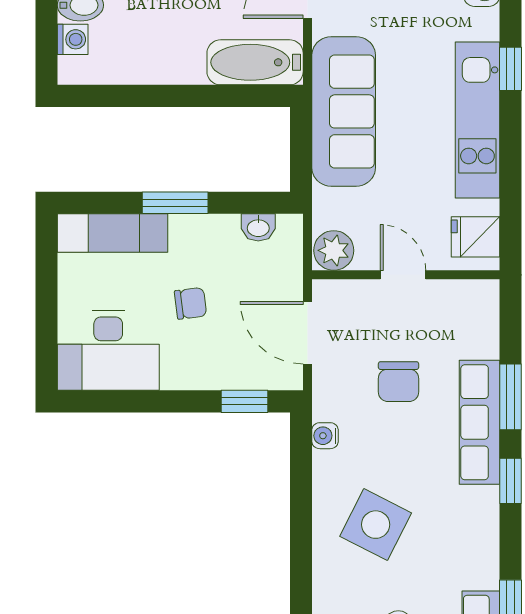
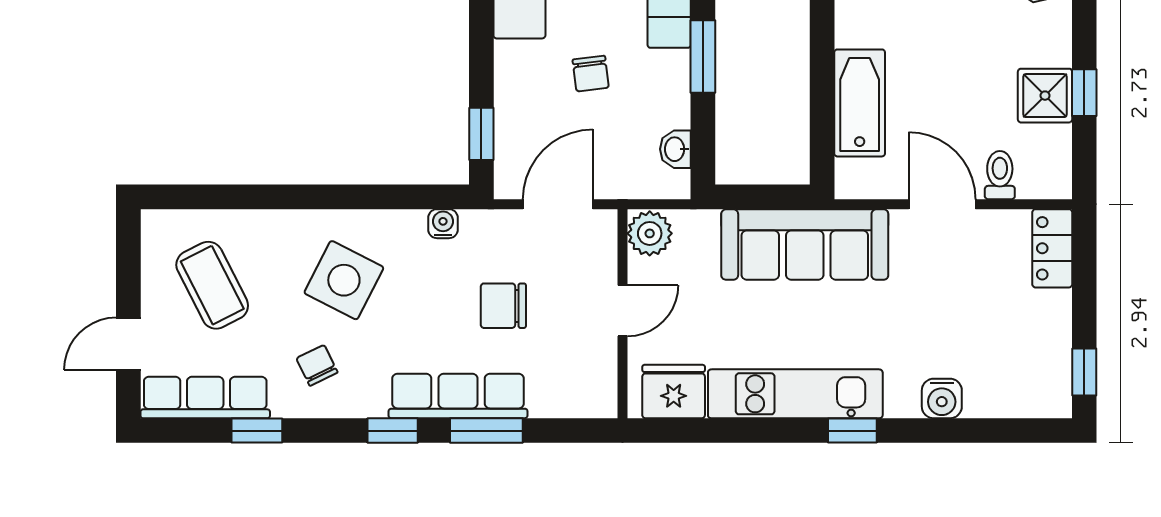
bathtub: (255, 62) -> (860, 103), moved
fridge: (475, 237) -> (674, 392), width x1.38
chair: (452, 549) -> (317, 365), added

